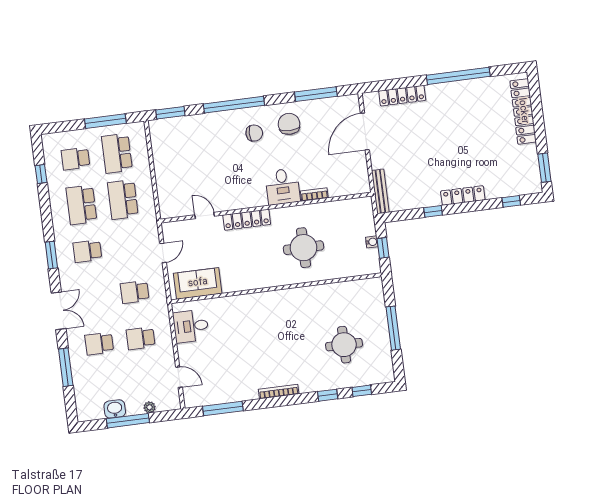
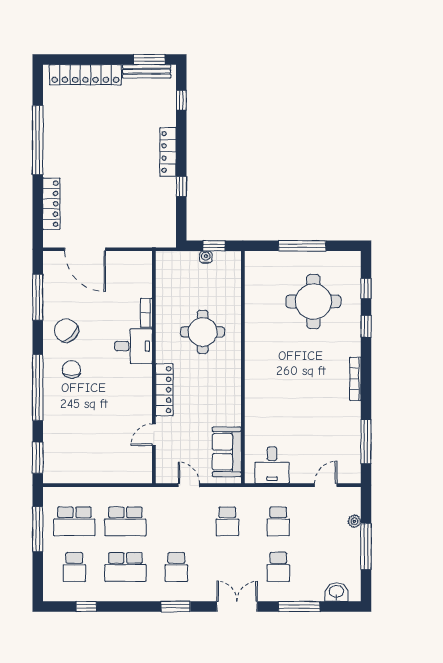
chair: (289, 124) -> (66, 331), turned 46
bench: (380, 191) -> (147, 71), moved
round table: (344, 345) -> (313, 301), width x1.36, depth x1.36
washbasin: (115, 409) -> (337, 592), moved, turned 90

